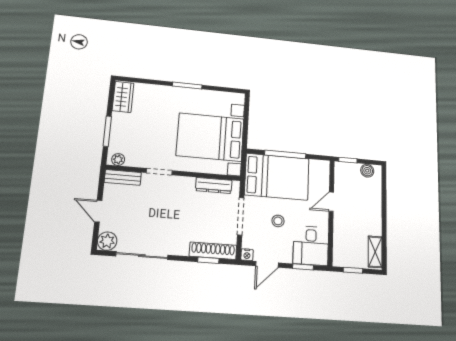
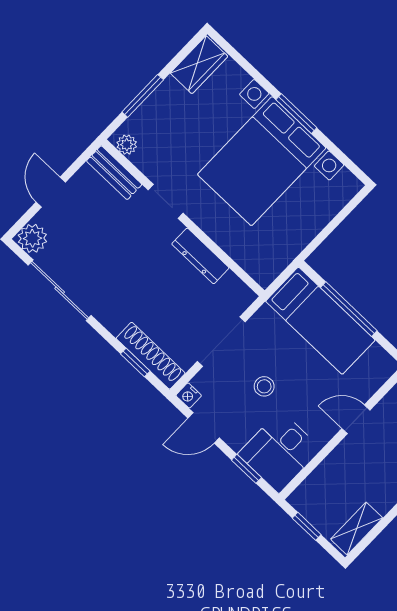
bed with nightstands: (210, 137) -> (262, 161), moved, turned -90
bed: (277, 177) -> (320, 321), width x0.67
dresser: (214, 185) -> (200, 256), moved

